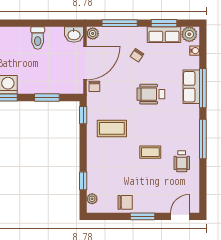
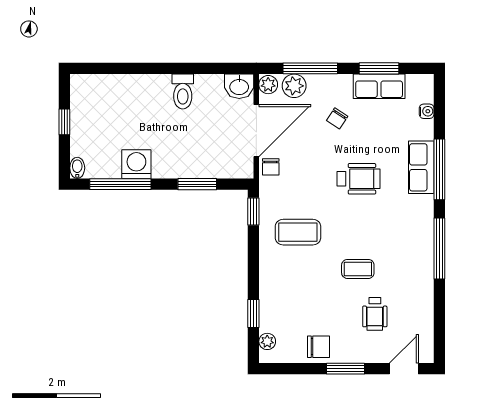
plant: (189, 34) -> (294, 86), moved
wheelchair: (151, 94) -> (358, 179), turned 180
wheelchair: (182, 161) -> (375, 314), moved

